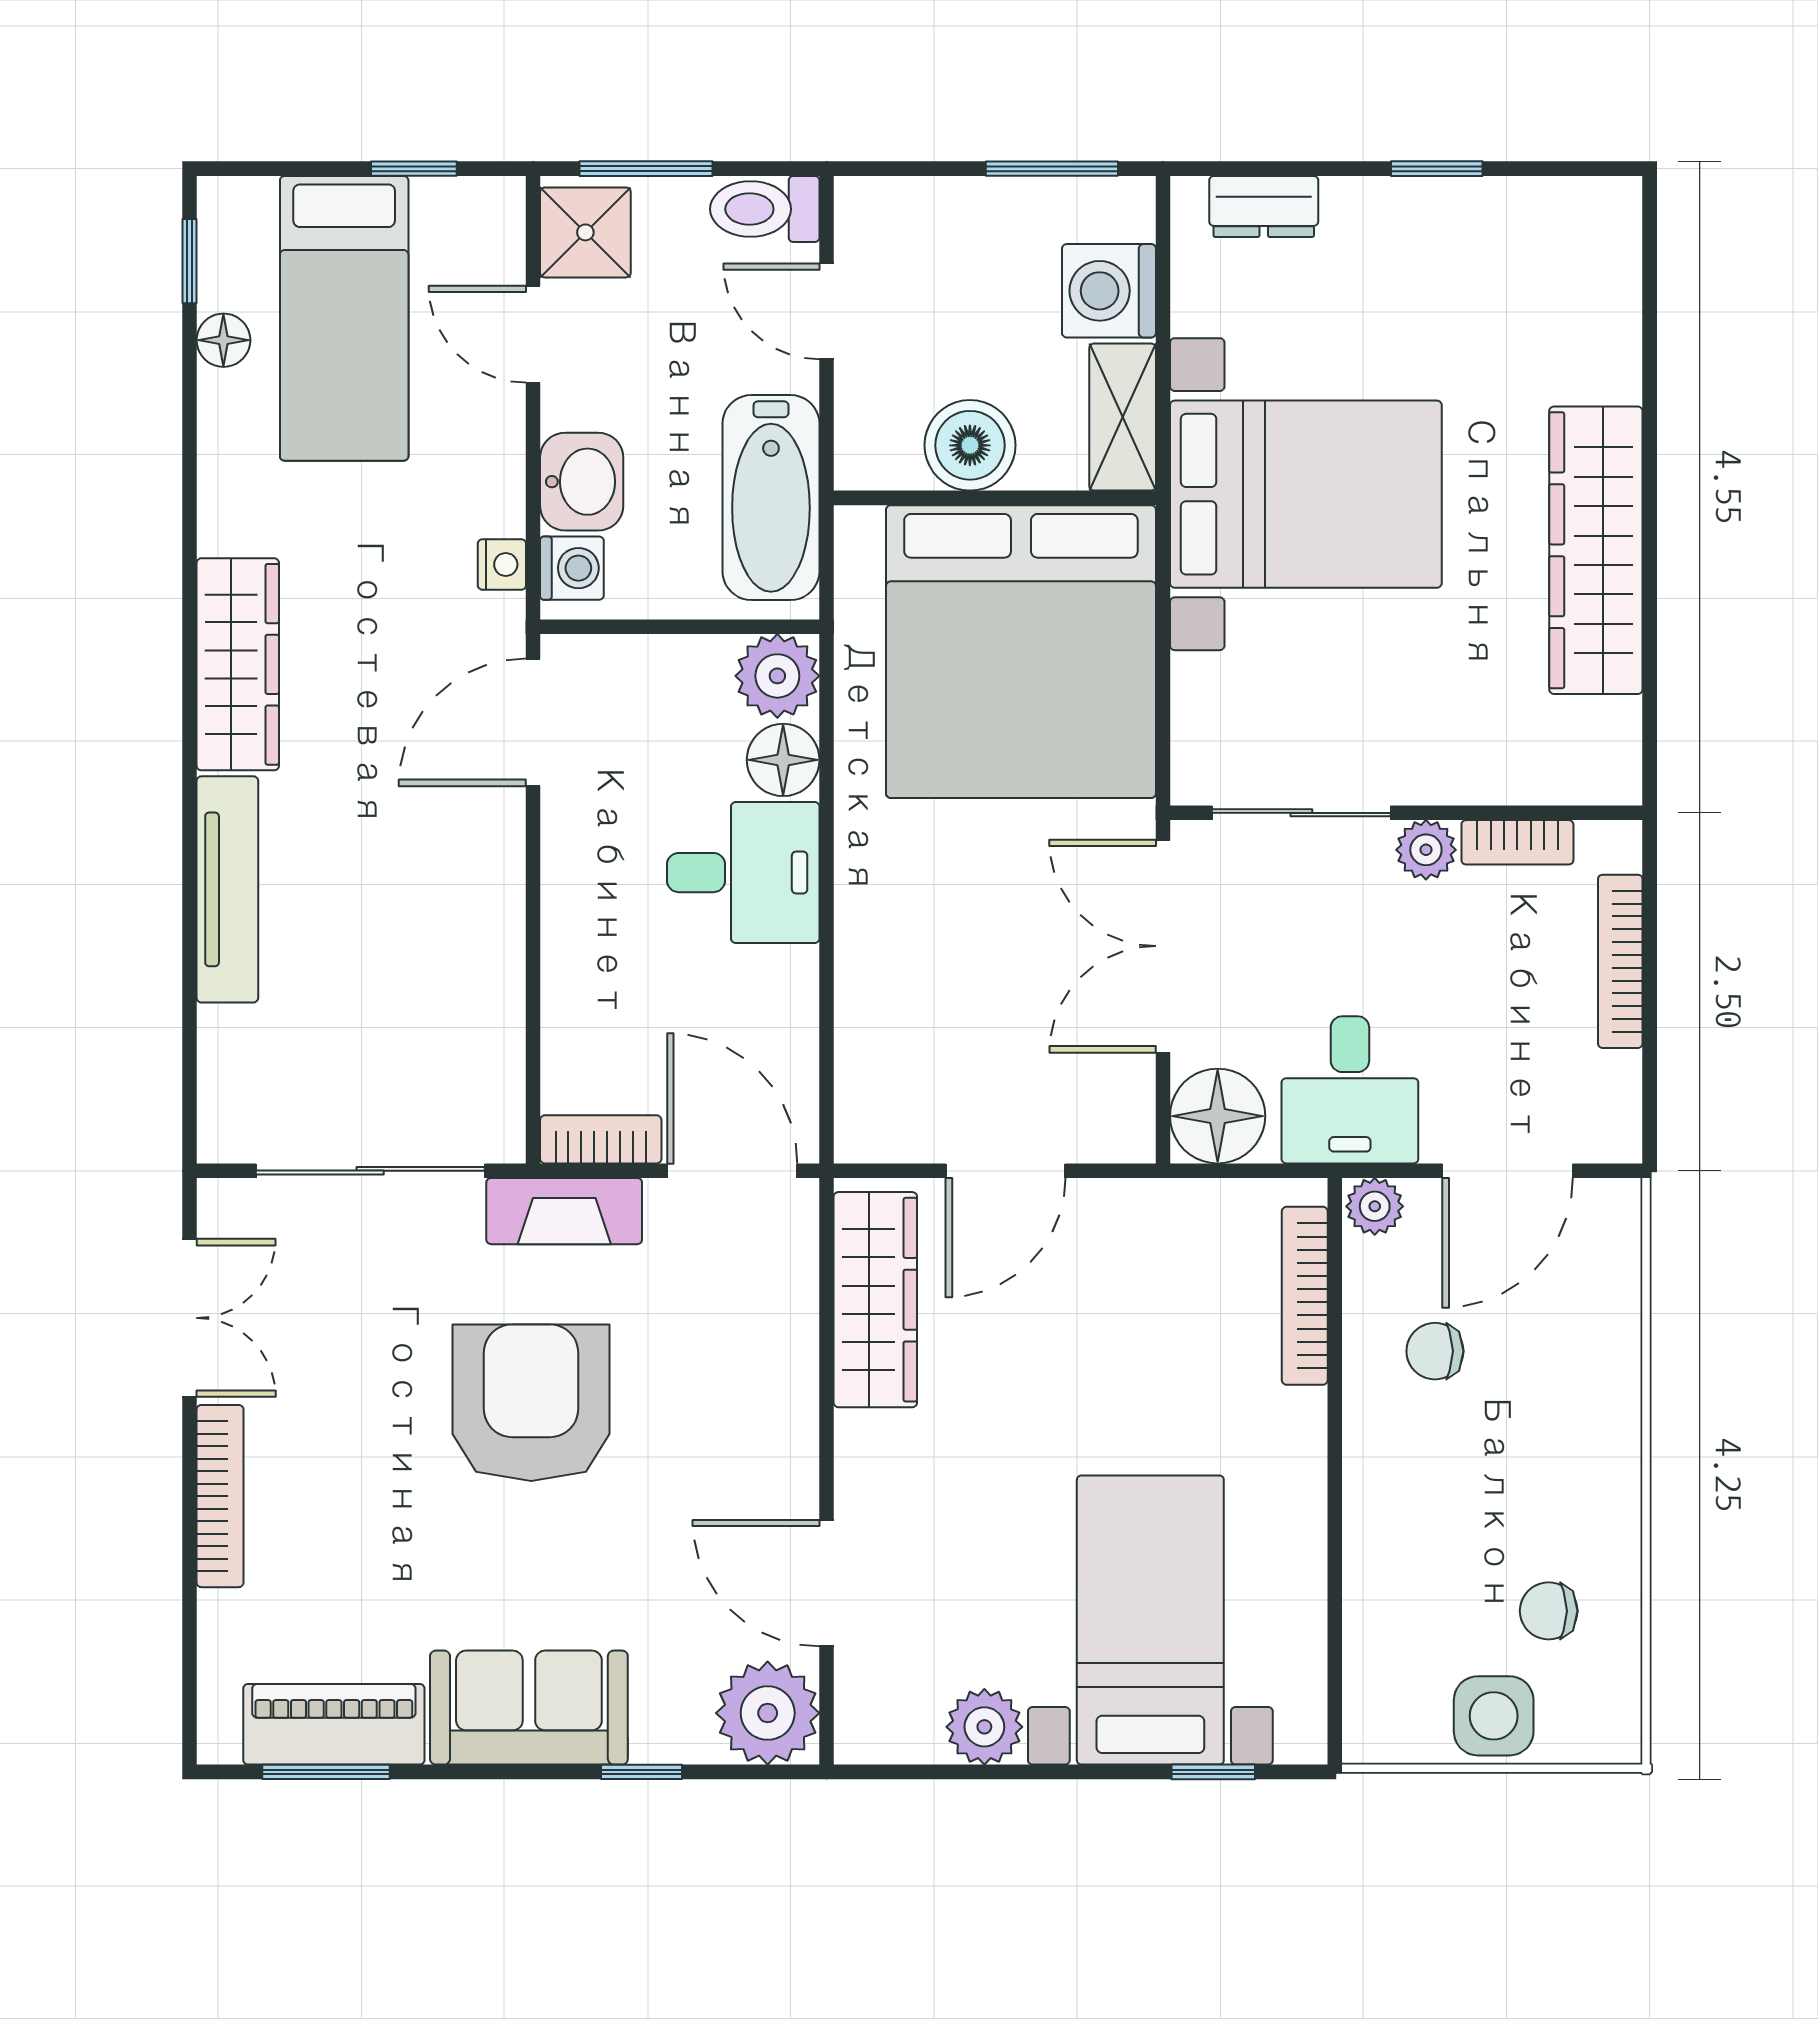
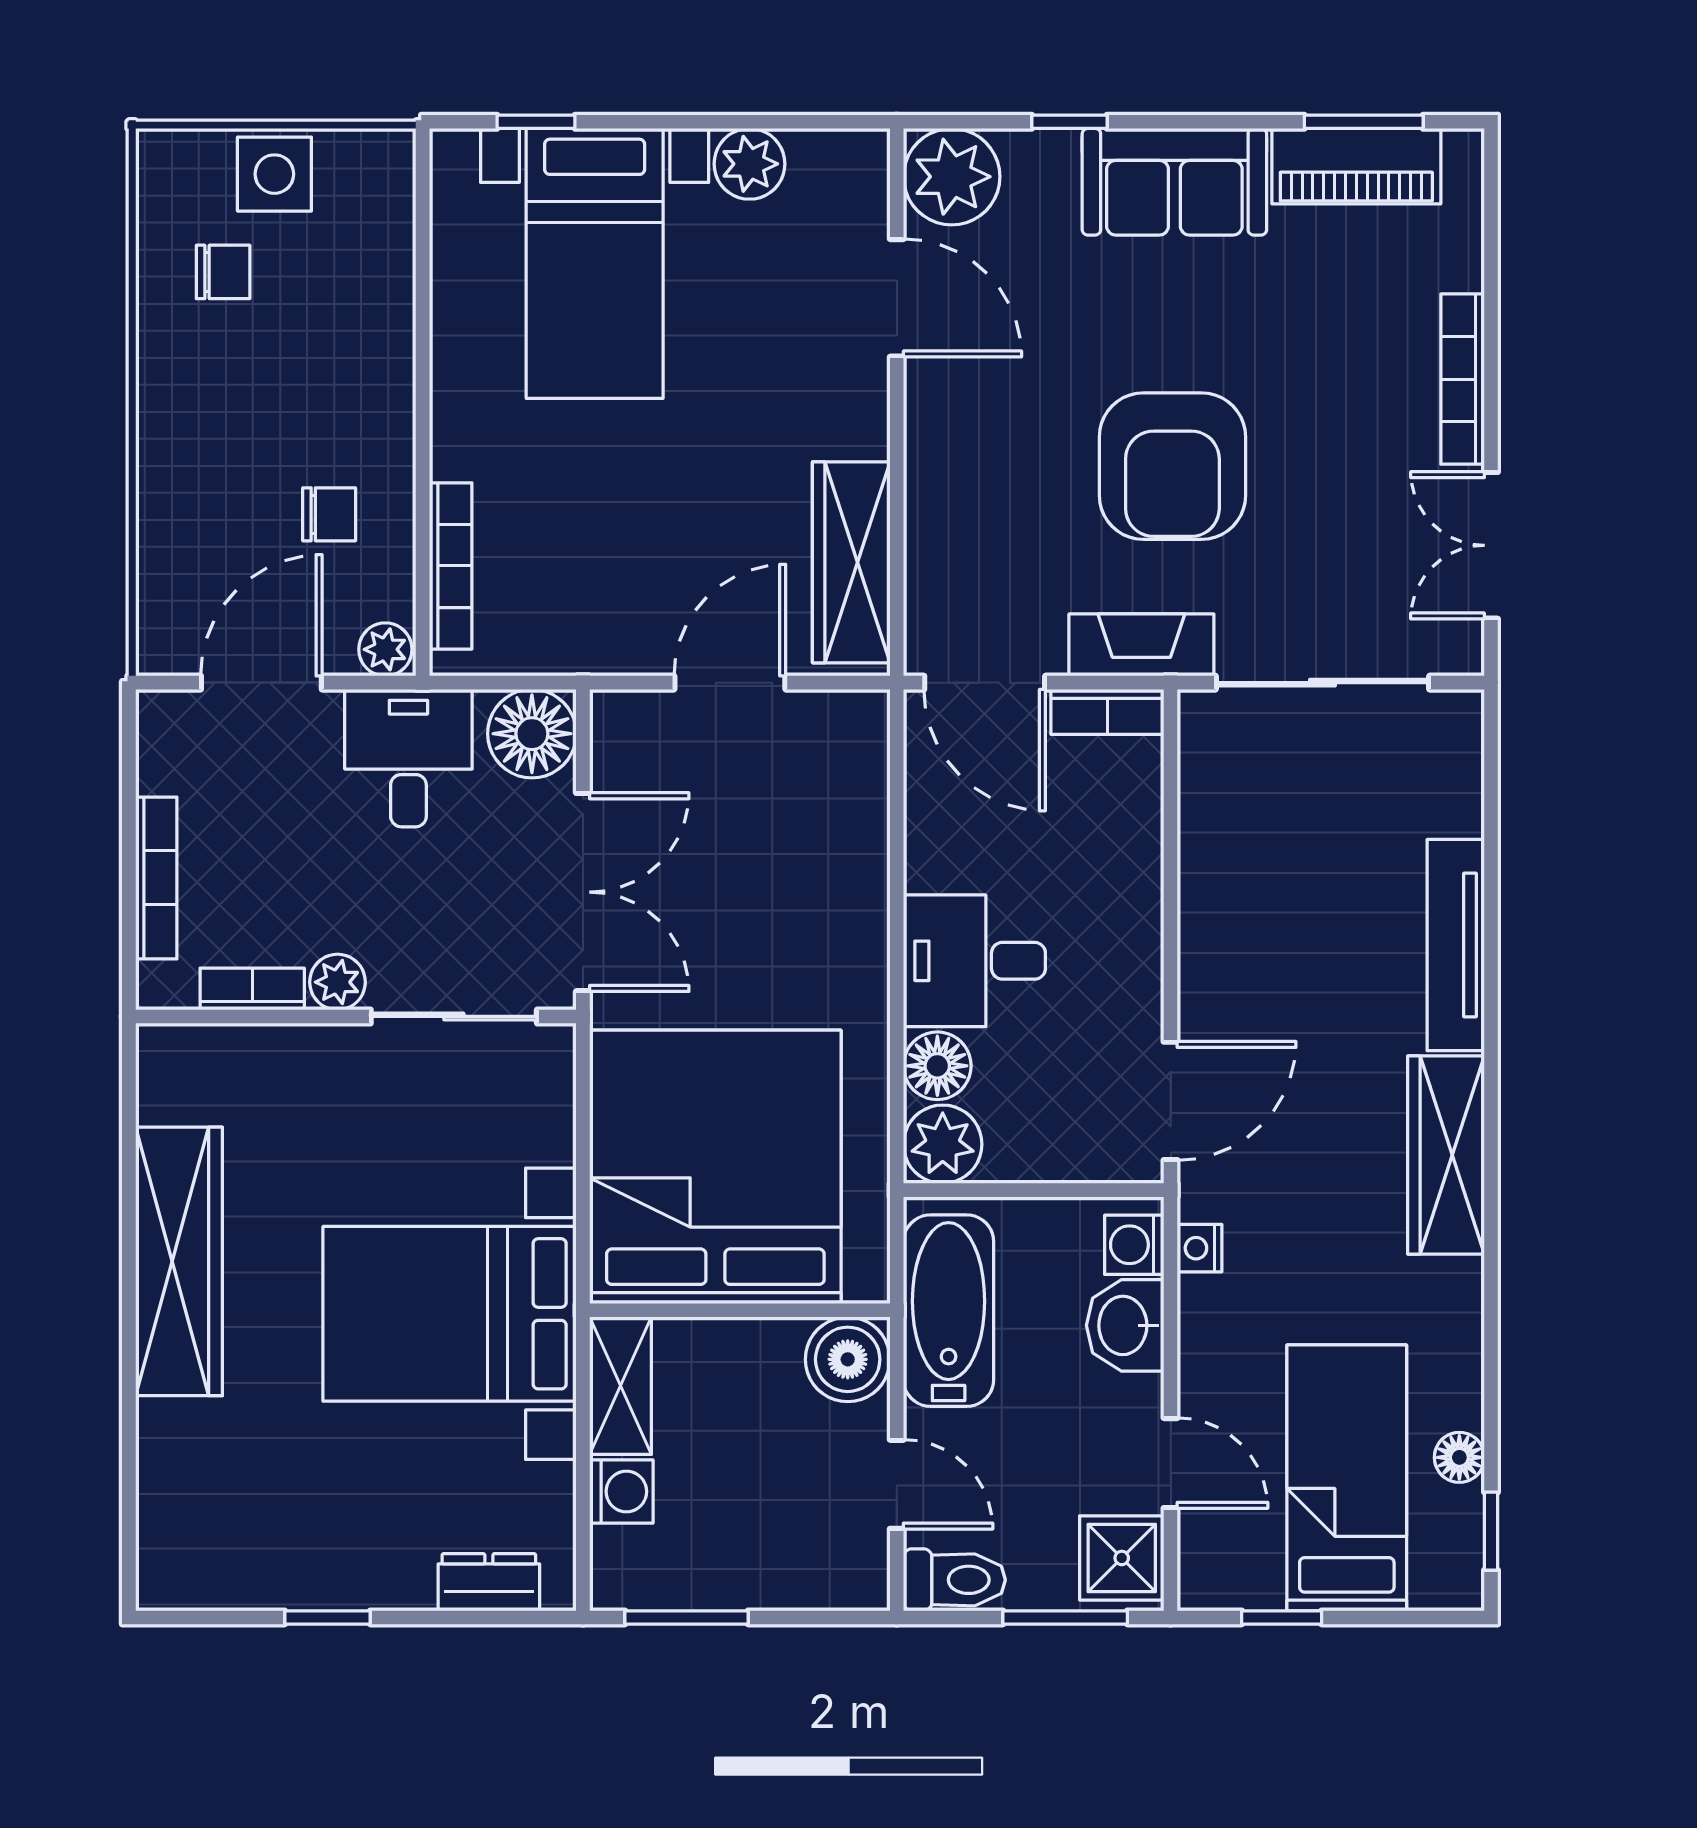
washing machine: (1109, 291) -> (621, 1492), width x0.73, depth x0.73
boiler: (970, 445) -> (848, 1359), moved

